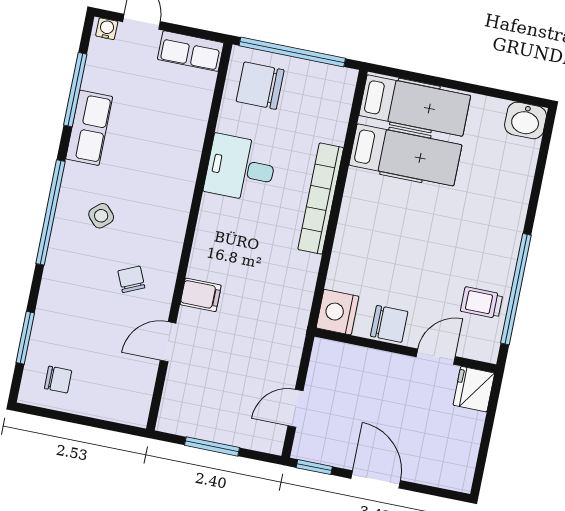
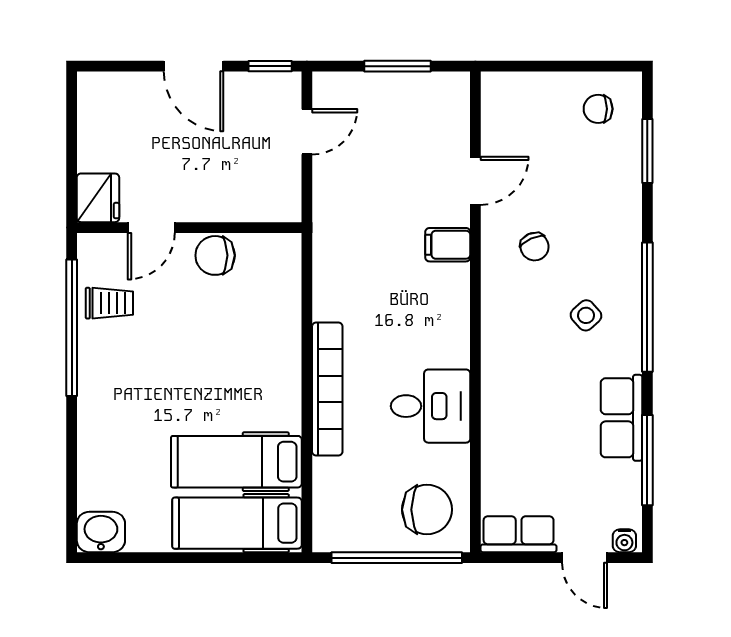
nightstand: (337, 312) -> (280, 257), removed

